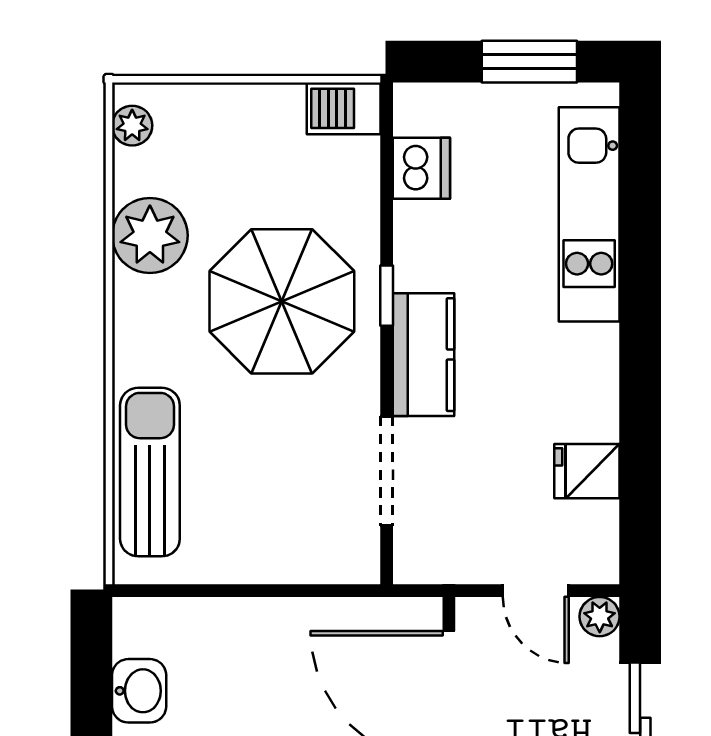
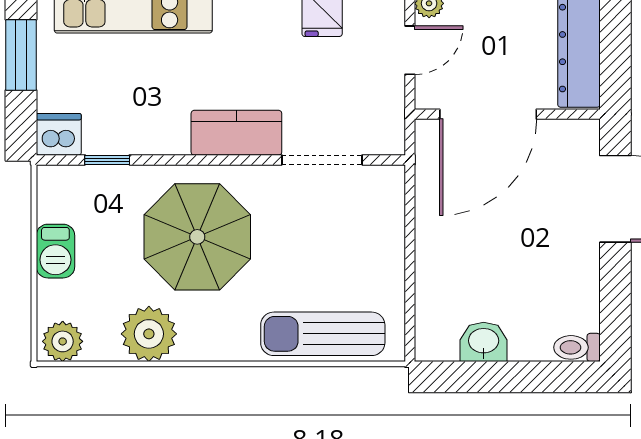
barbecue: (344, 108) -> (55, 251), moved
plant: (132, 126) -> (63, 341), width x1.38, depth x1.38
dishwasher: (421, 168) -> (59, 134), moved
window: (387, 296) -> (107, 160), moved

